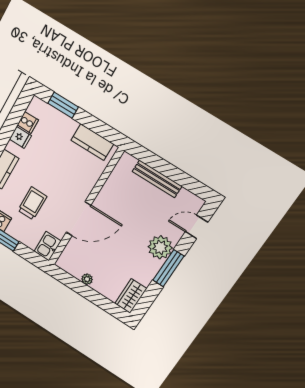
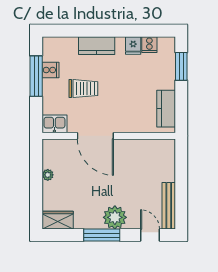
bench: (157, 179) -> (169, 206), moved

